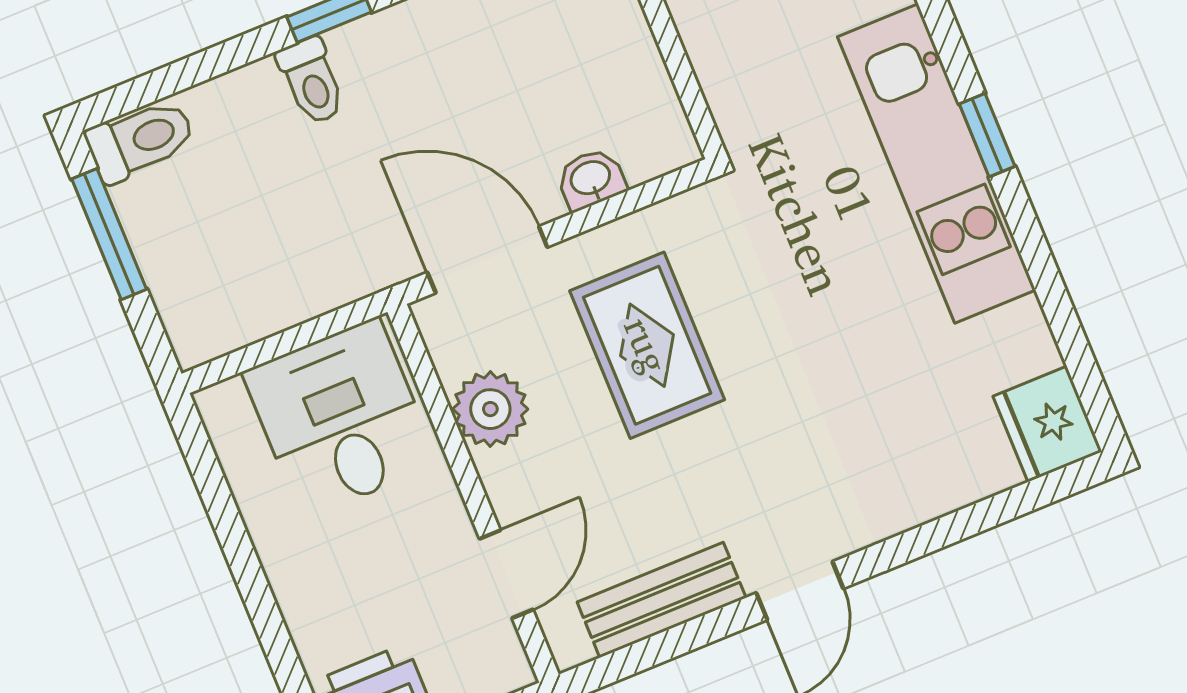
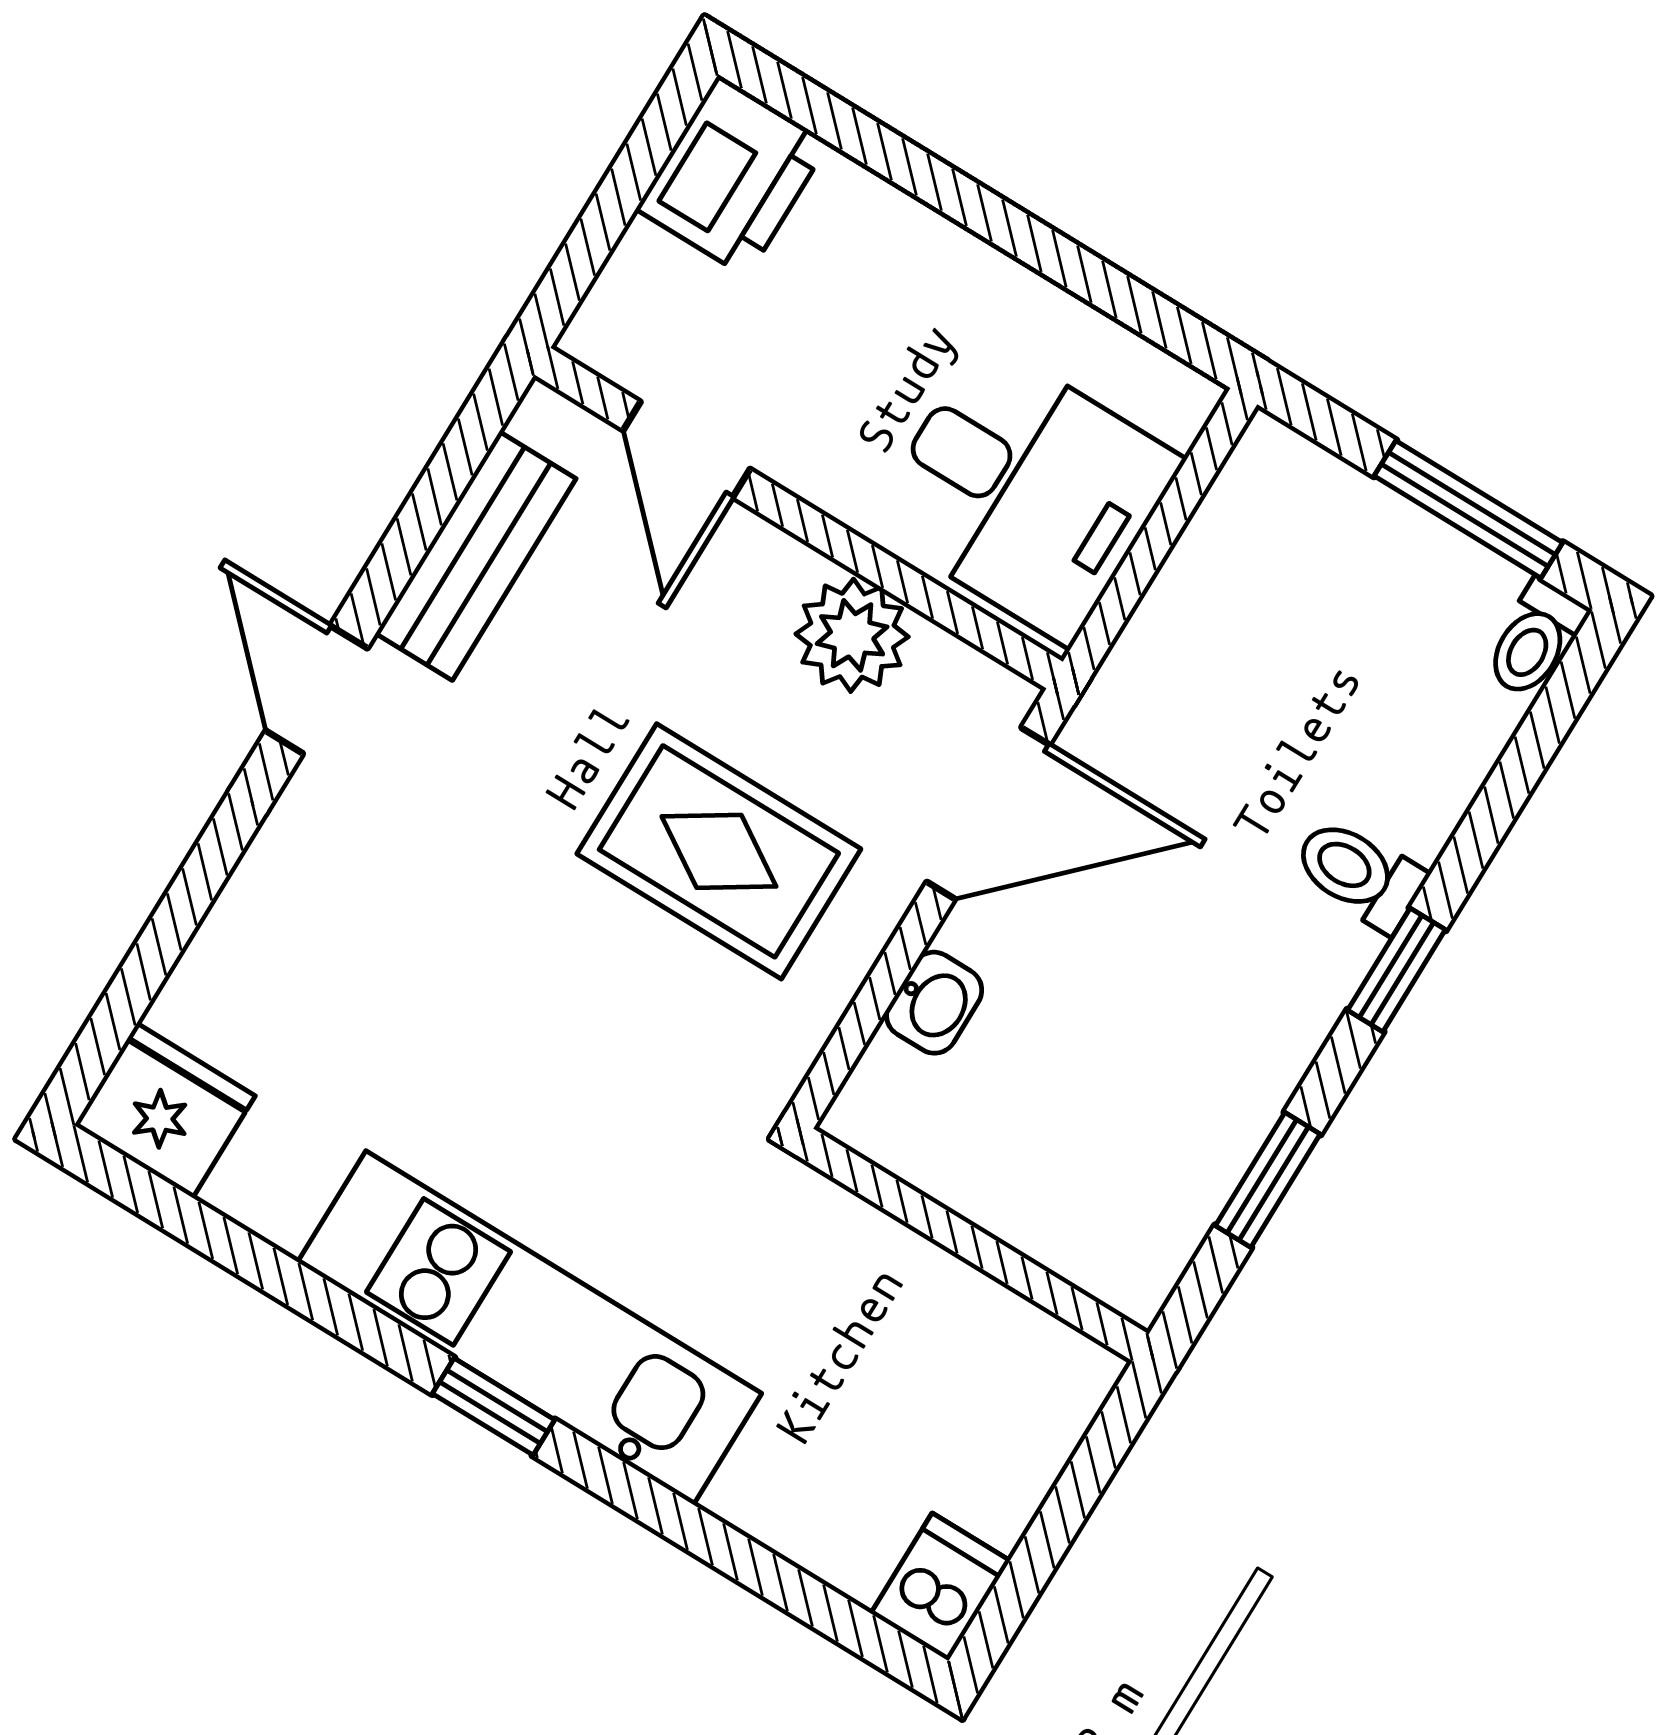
toilet: (141, 140) -> (1535, 639), width x0.73, depth x0.72

